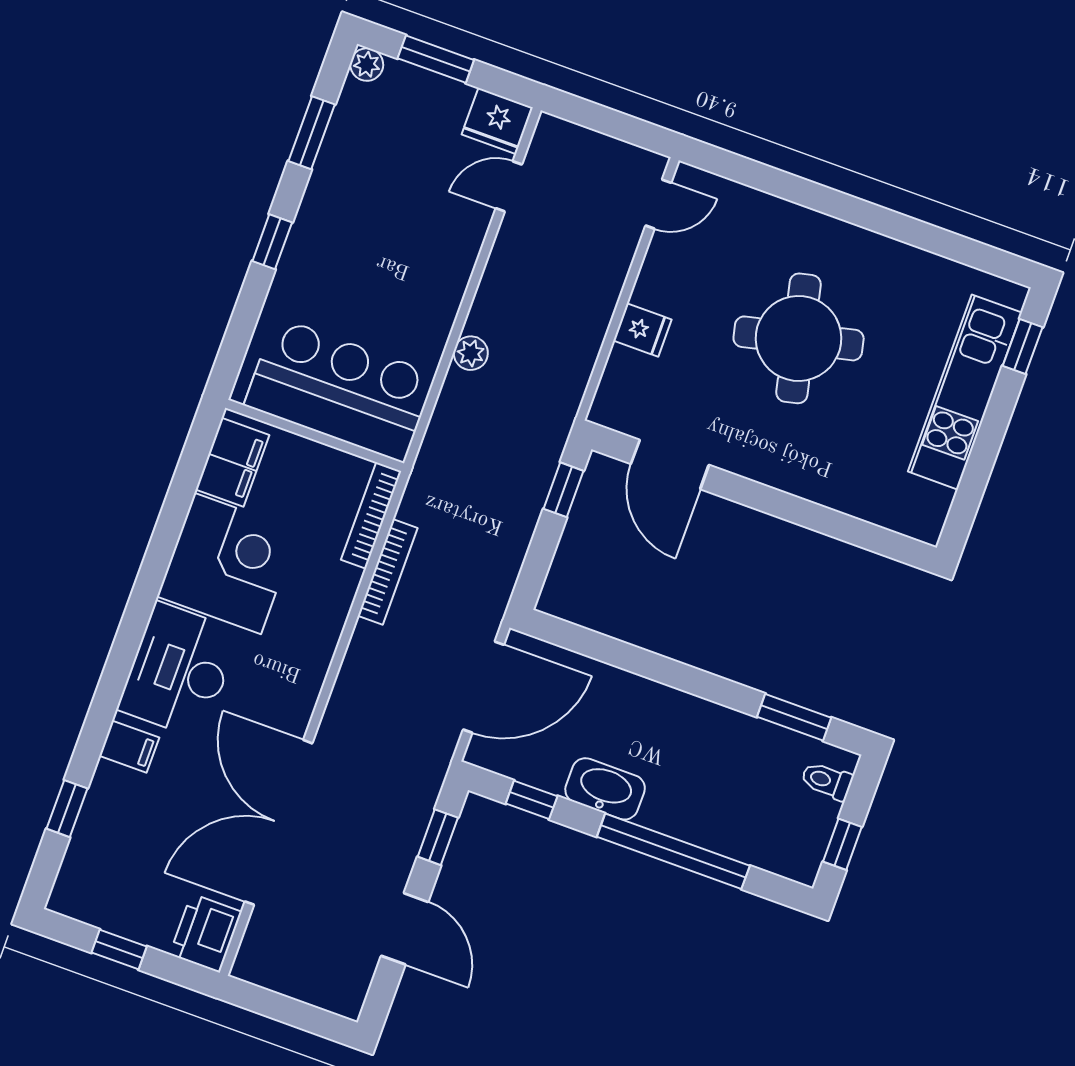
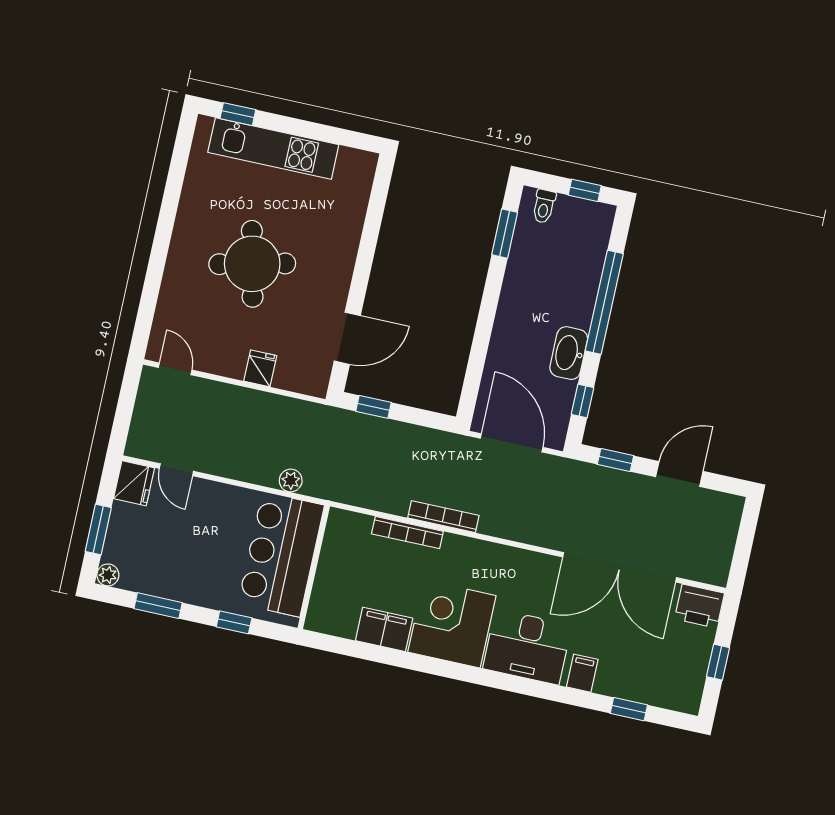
bar counter: (340, 390) -> (281, 554), moved
wall: (315, 435) -> (314, 567), moved

